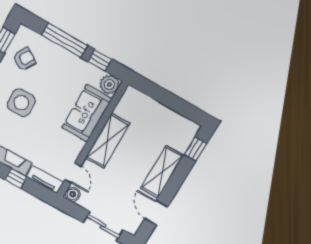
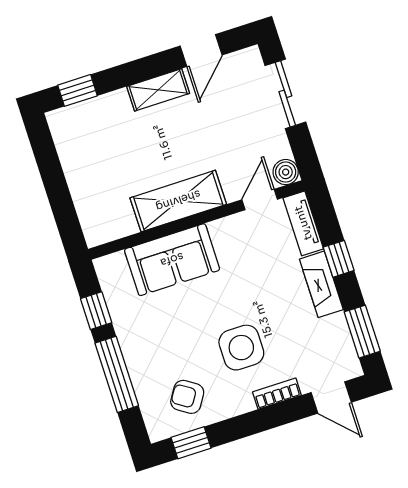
plant: (109, 85) -> (112, 270), removed
shelving: (162, 172) -> (158, 90), width x0.67, depth x0.75

